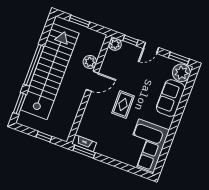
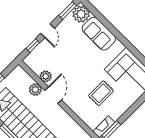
plant: (115, 44) -> (46, 76), moved
rug: (123, 105) -> (101, 93), moved, turned 90

